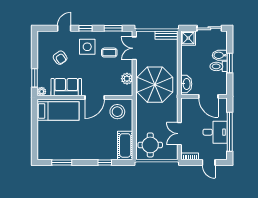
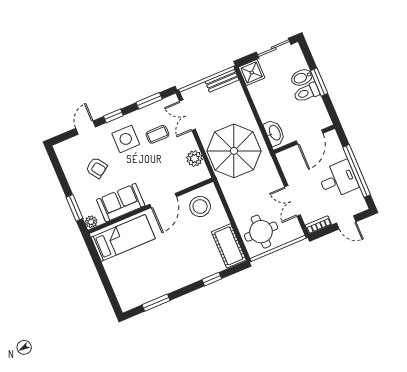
door: (208, 96) -> (310, 137), hinge flipped

